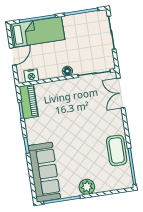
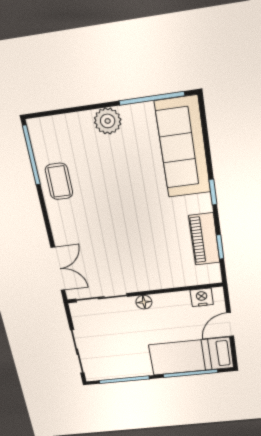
piano: (29, 101) -> (204, 239), moved
coffee table: (117, 150) -> (59, 181), width x0.73, depth x0.77

